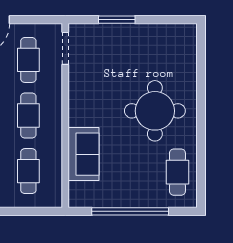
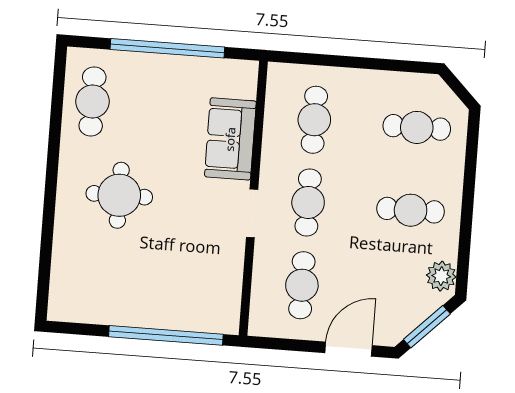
window: (117, 20) -> (166, 335), width x2.11
doorway: (65, 48) -> (252, 213), moved
round table: (155, 111) -> (119, 195), width x0.73, depth x0.73

